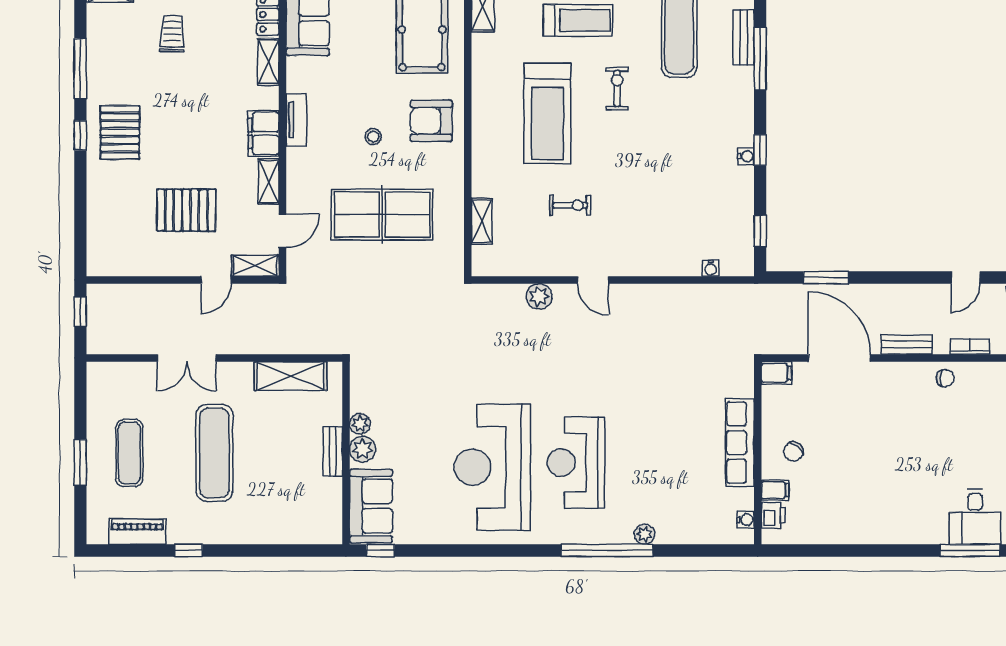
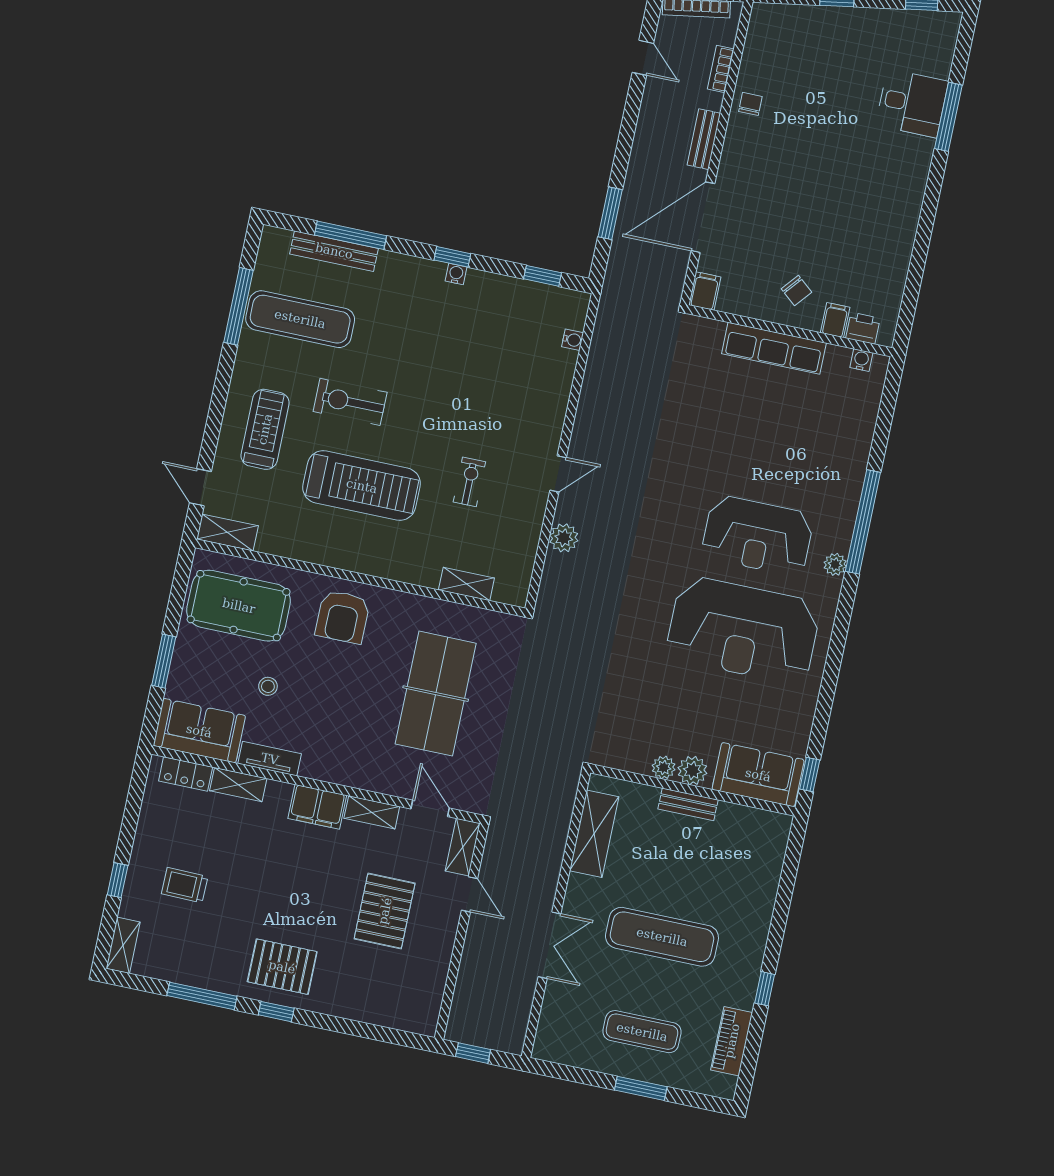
bench: (744, 37) -> (334, 251), width x1.36
exercise bike: (617, 88) -> (350, 402), width x1.38, depth x1.39
tv unit: (296, 120) -> (270, 759), moved
stool: (373, 137) -> (268, 686), moved
plant: (644, 534) -> (835, 564), moved

